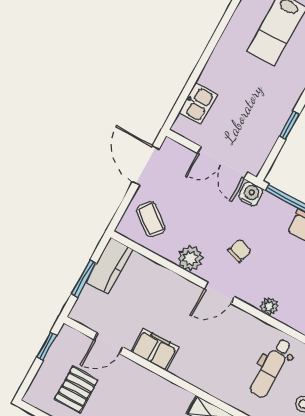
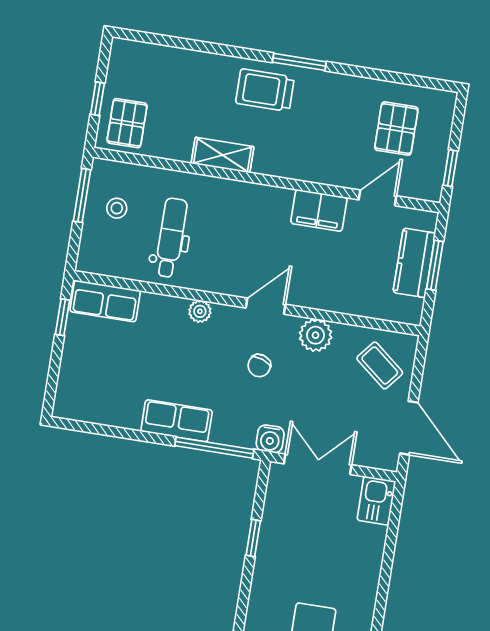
kitchen sink: (198, 103) -> (376, 501), moved
kitchen counter: (109, 266) -> (414, 263), moved

